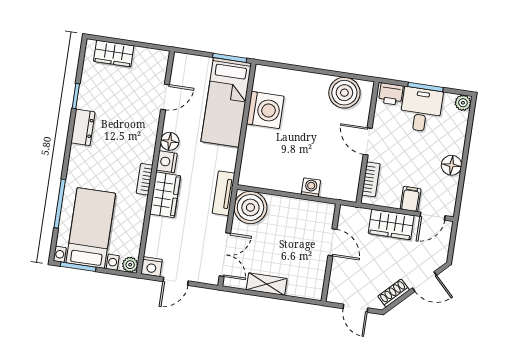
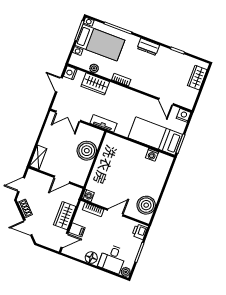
washing machine: (265, 110) -> (152, 155), width x0.53, depth x0.53
desk: (421, 110) -> (112, 259), moved, turned 90
dresser: (83, 127) -> (148, 47), moved
floor lamp: (170, 141) -> (140, 99), removed
nightstand: (167, 162) -> (184, 115), moved
washing machine: (311, 187) -> (88, 196), moved
wardrobe: (165, 195) -> (95, 84), moved
boiler: (250, 207) -> (87, 151), moved
door: (433, 216) -> (64, 240), swing flipped
plant: (130, 265) -> (94, 68), moved
door: (424, 282) -> (28, 228), hinge flipped
shelving: (267, 284) -> (38, 157), moved

